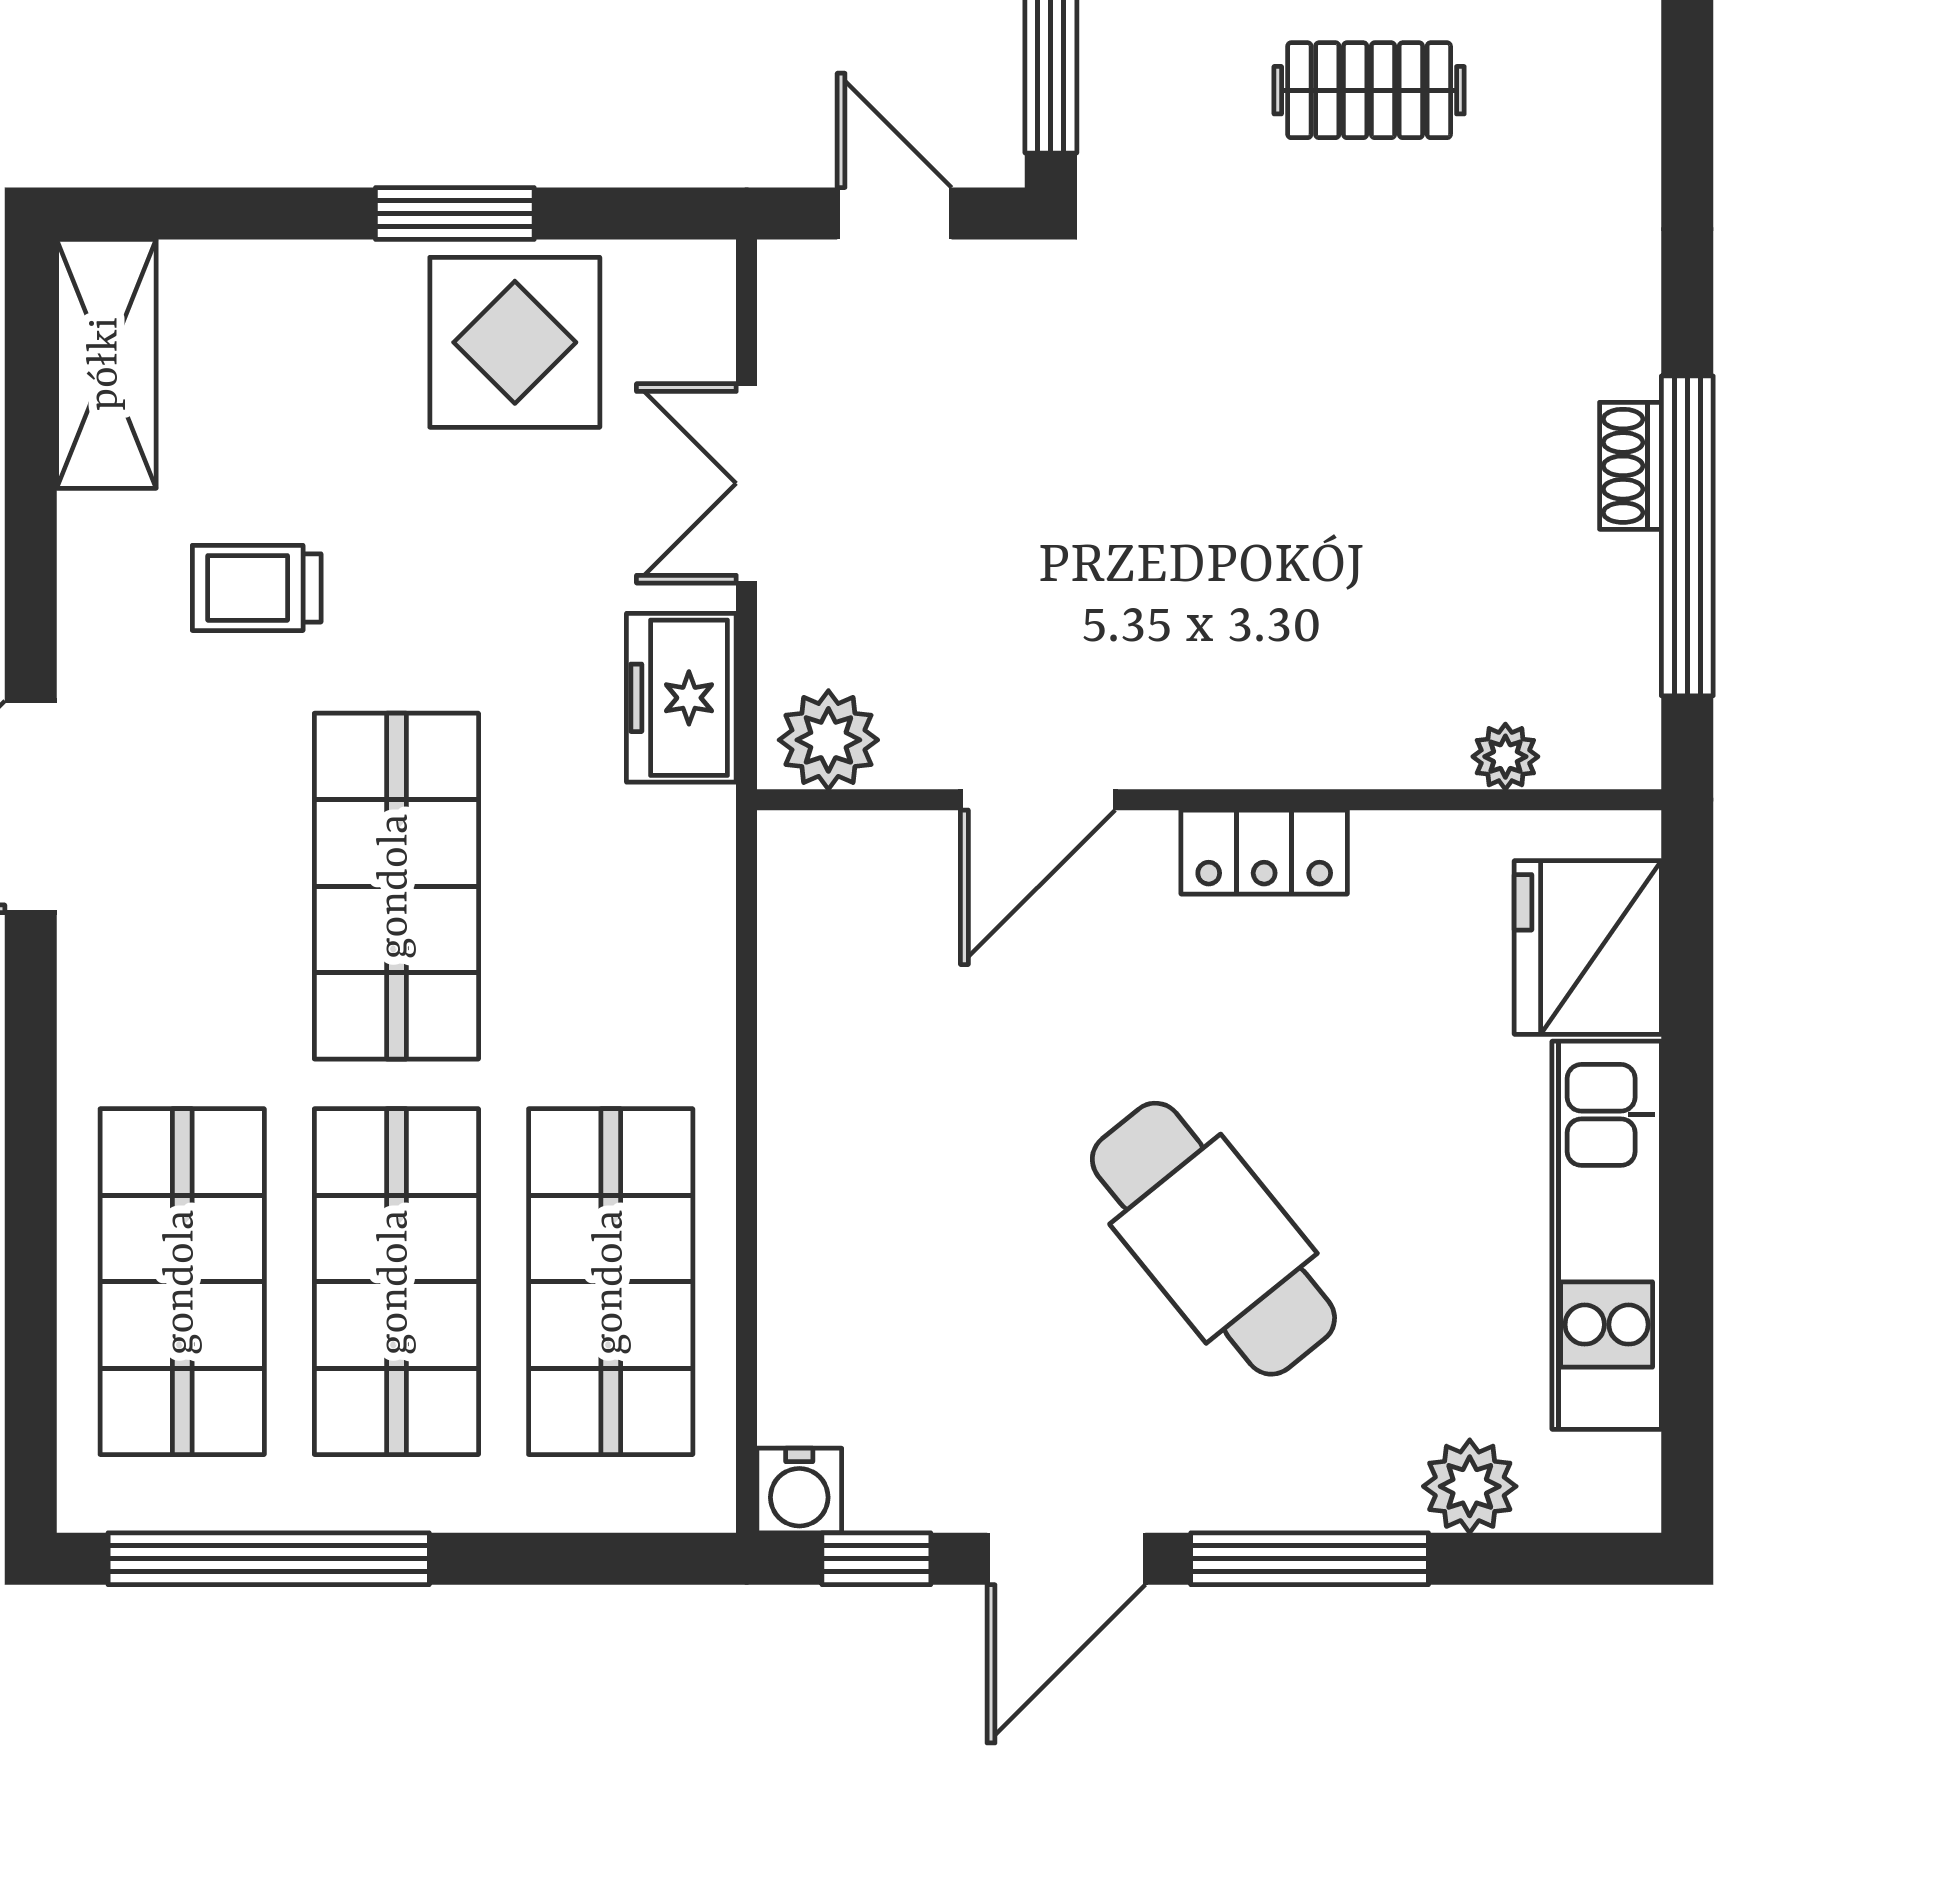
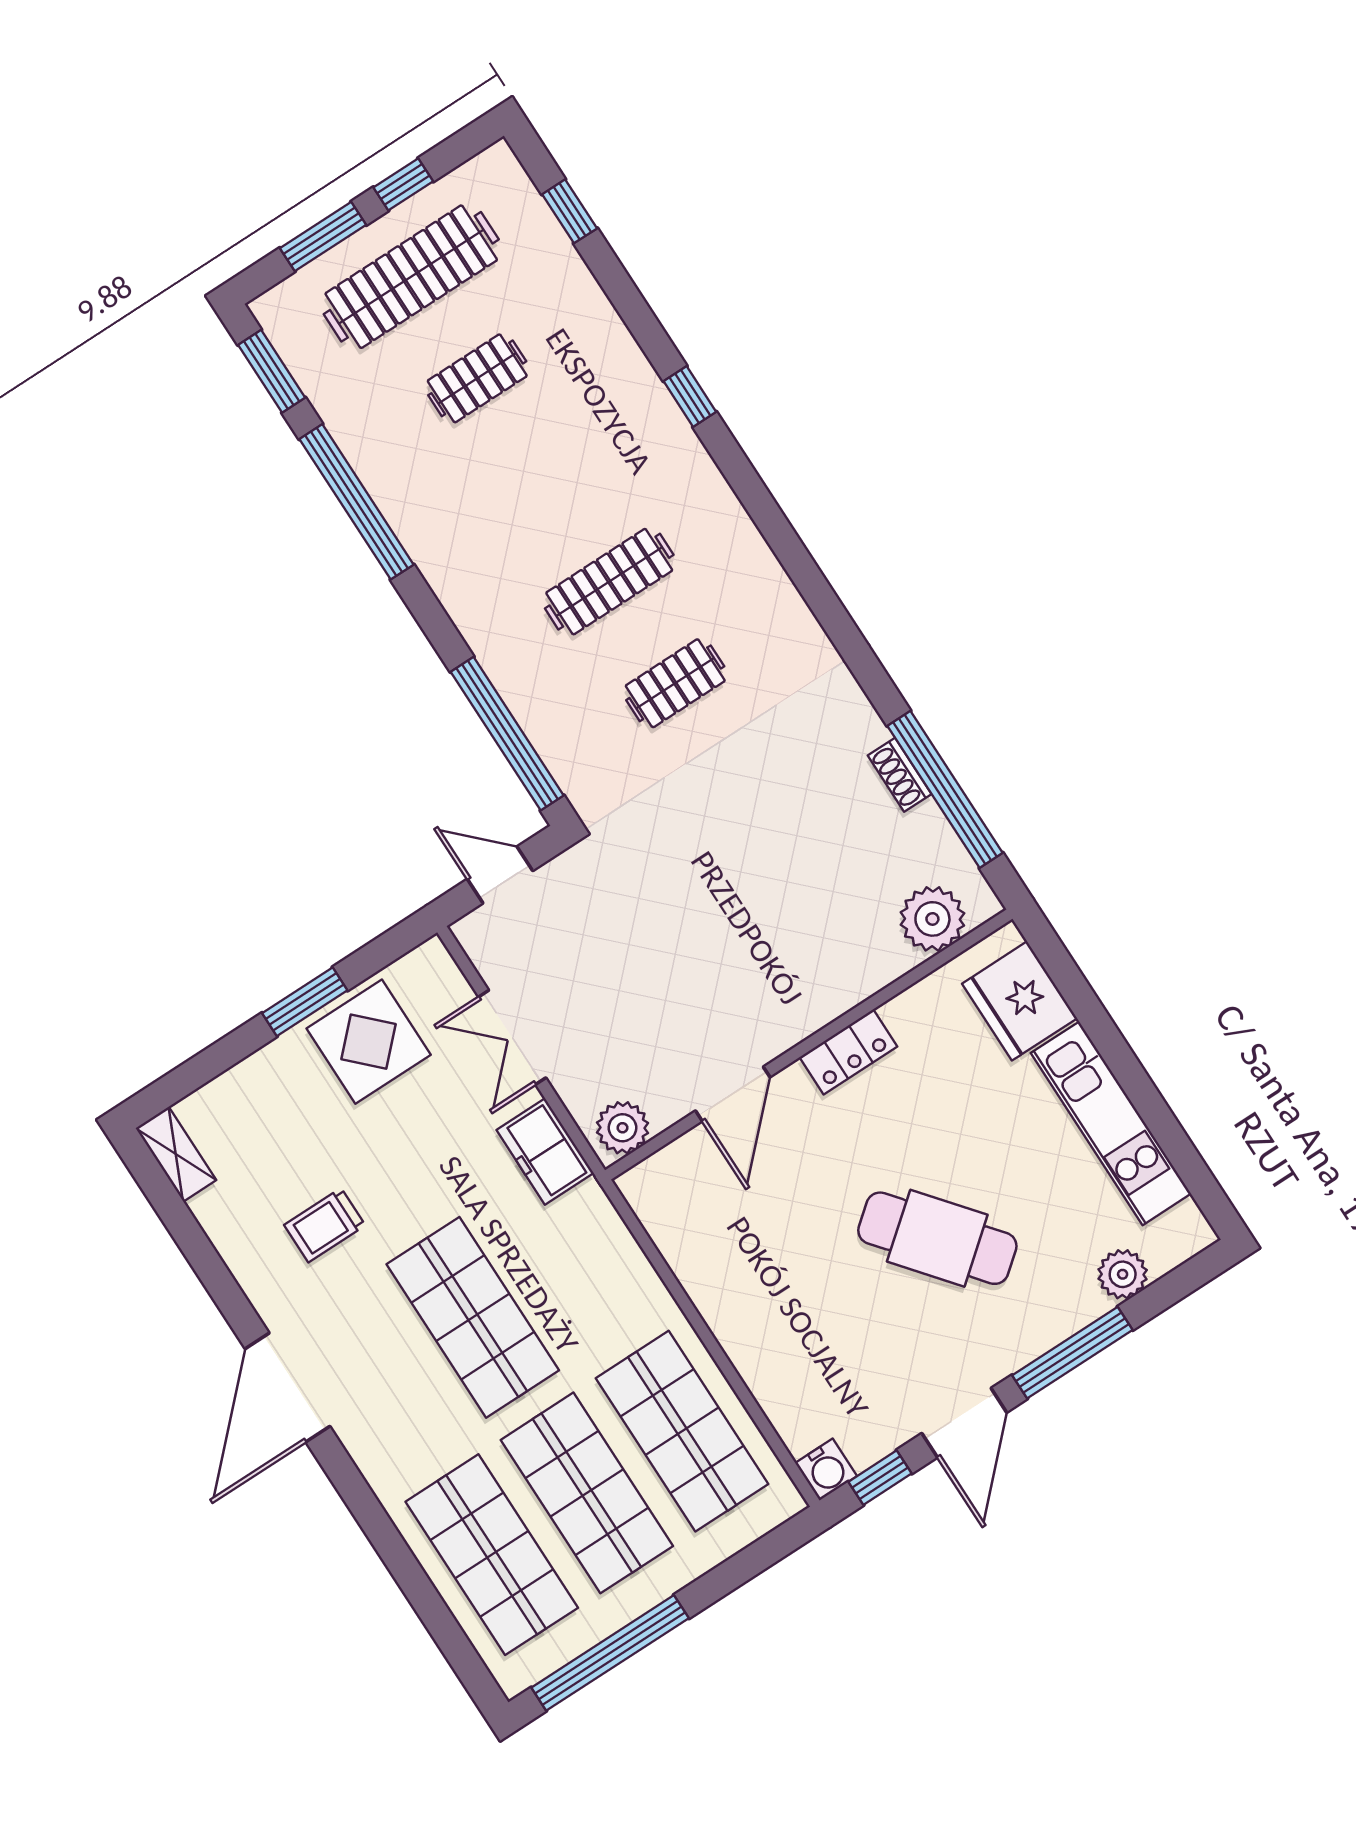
shelving: (106, 364) -> (176, 1154), width x0.67, depth x0.75
plant: (1505, 757) -> (932, 919), width x1.87, depth x1.87

